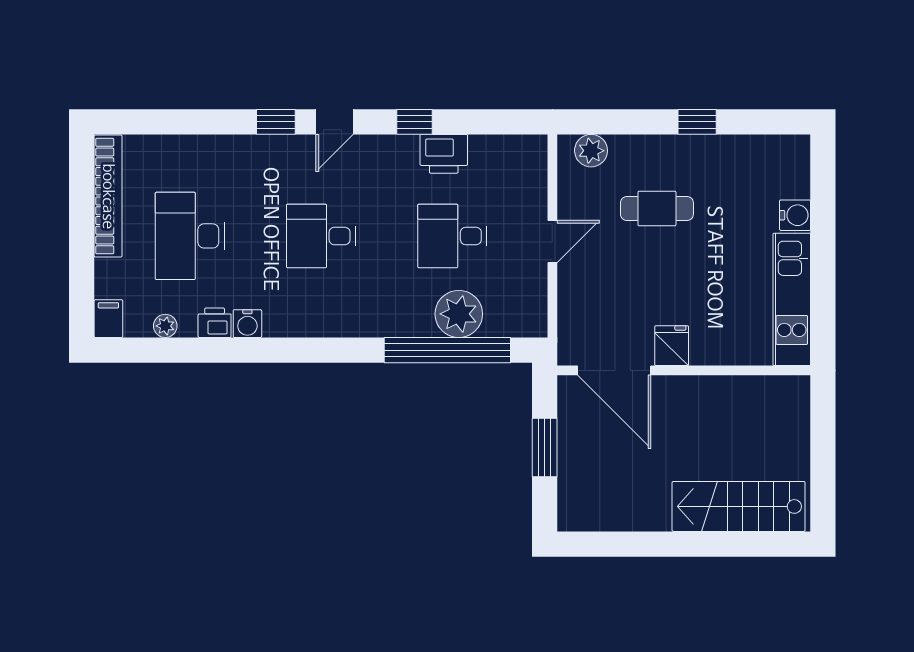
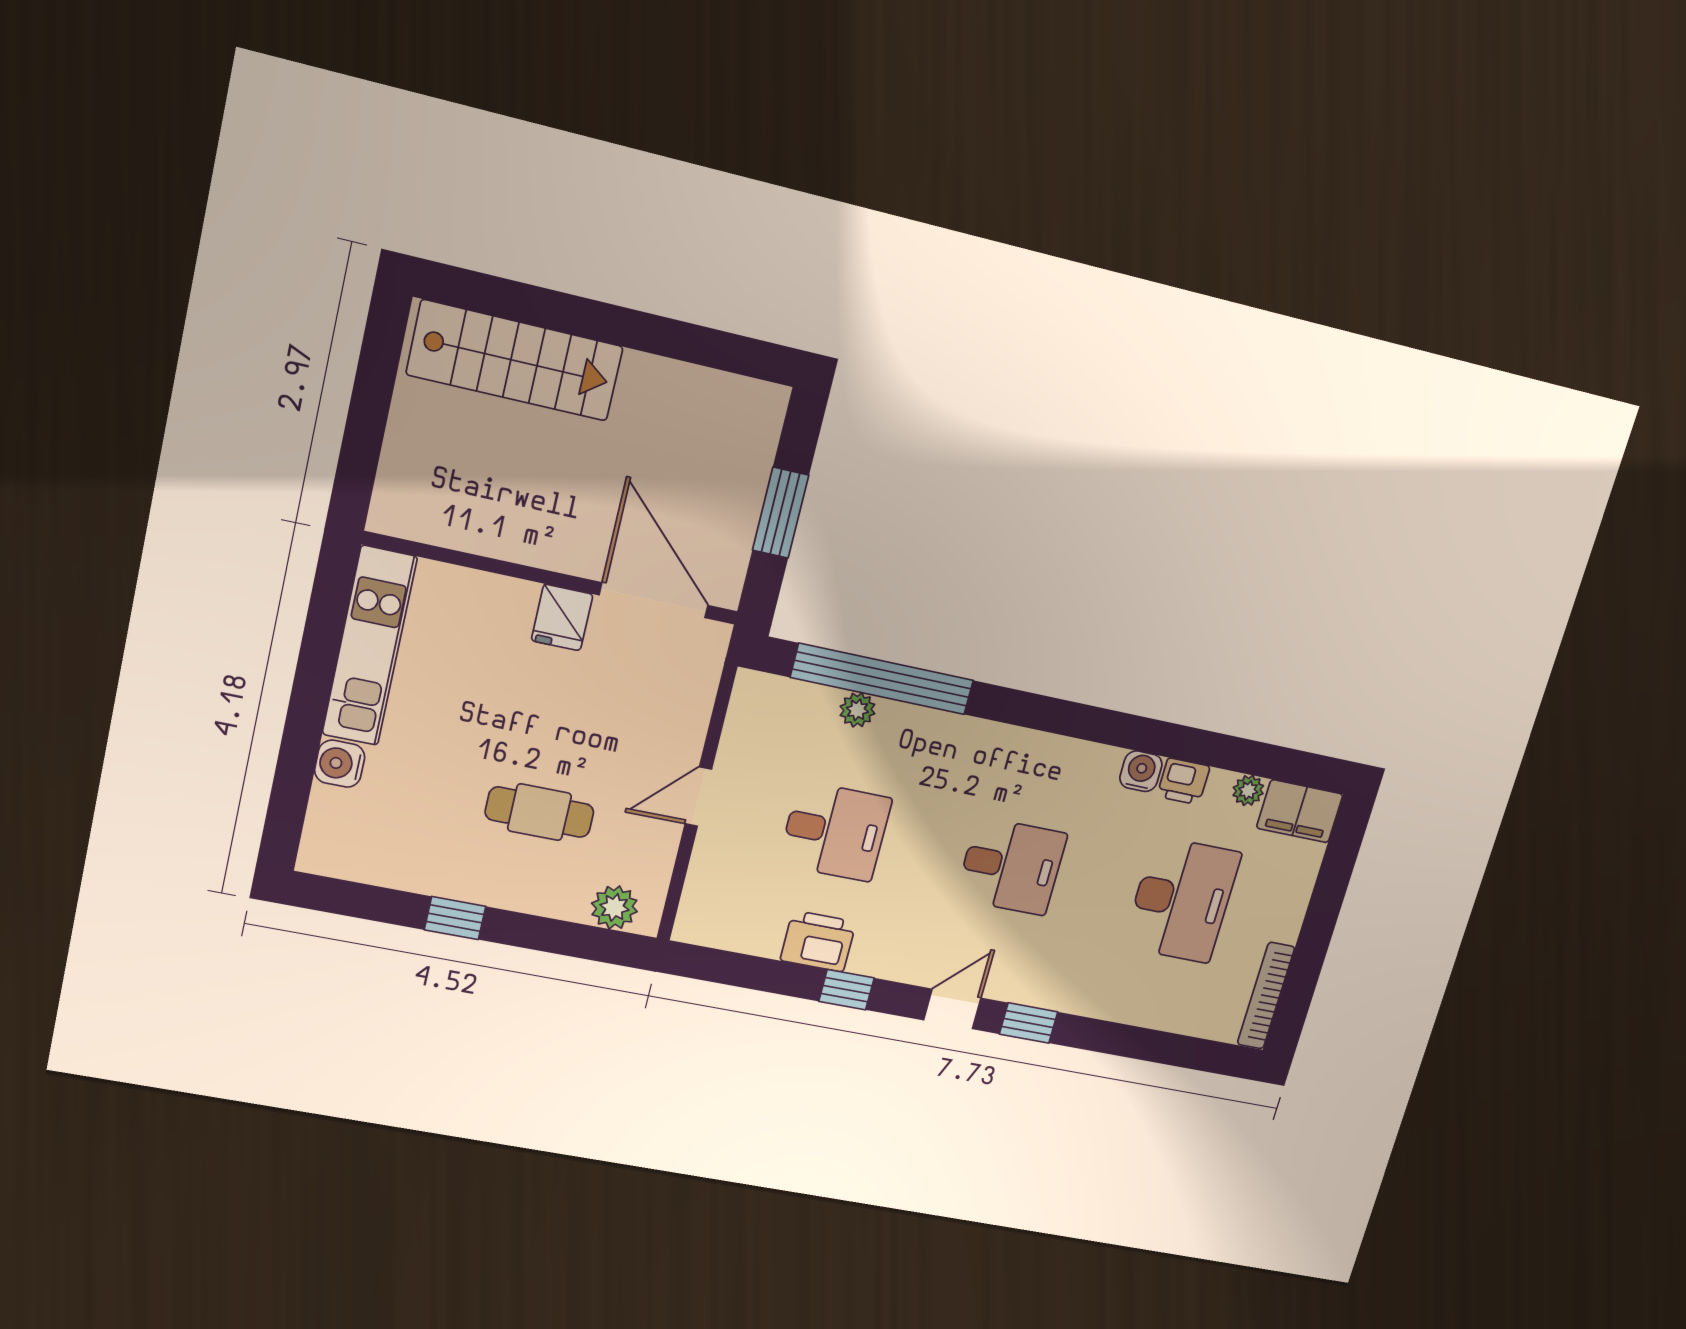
bookcase: (108, 196) -> (1266, 996), width x0.68, depth x0.76
plant: (459, 314) -> (857, 710), width x0.53, depth x0.53
filing cabinet: (108, 319) -> (1300, 811), width x2.00

